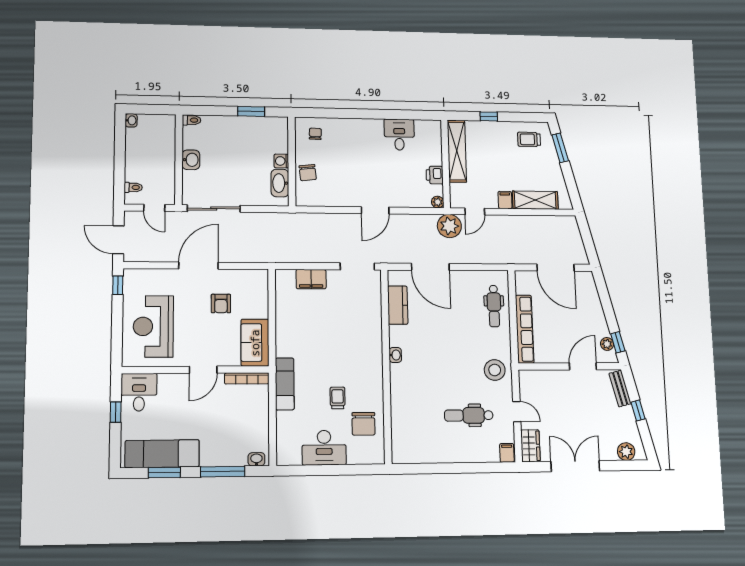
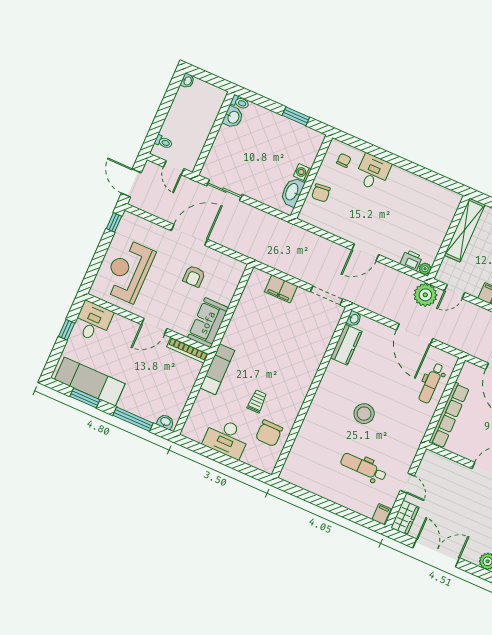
desk: (399, 135) -> (373, 172), moved
washbasin: (191, 160) -> (233, 117), moved
printer: (435, 175) -> (411, 260), moved, turned 90
sliding door: (214, 209) -> (224, 190), width x0.73
door: (430, 267) -> (415, 334), moved
washbasin: (395, 355) -> (354, 319), moved
stool: (495, 370) -> (364, 414), moved

